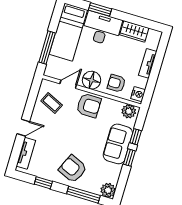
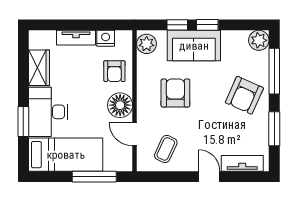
nightstand: (138, 94) -> (106, 38), moved
armchair: (89, 106) -> (175, 93), moved
window: (43, 183) -> (274, 129), width x1.50

